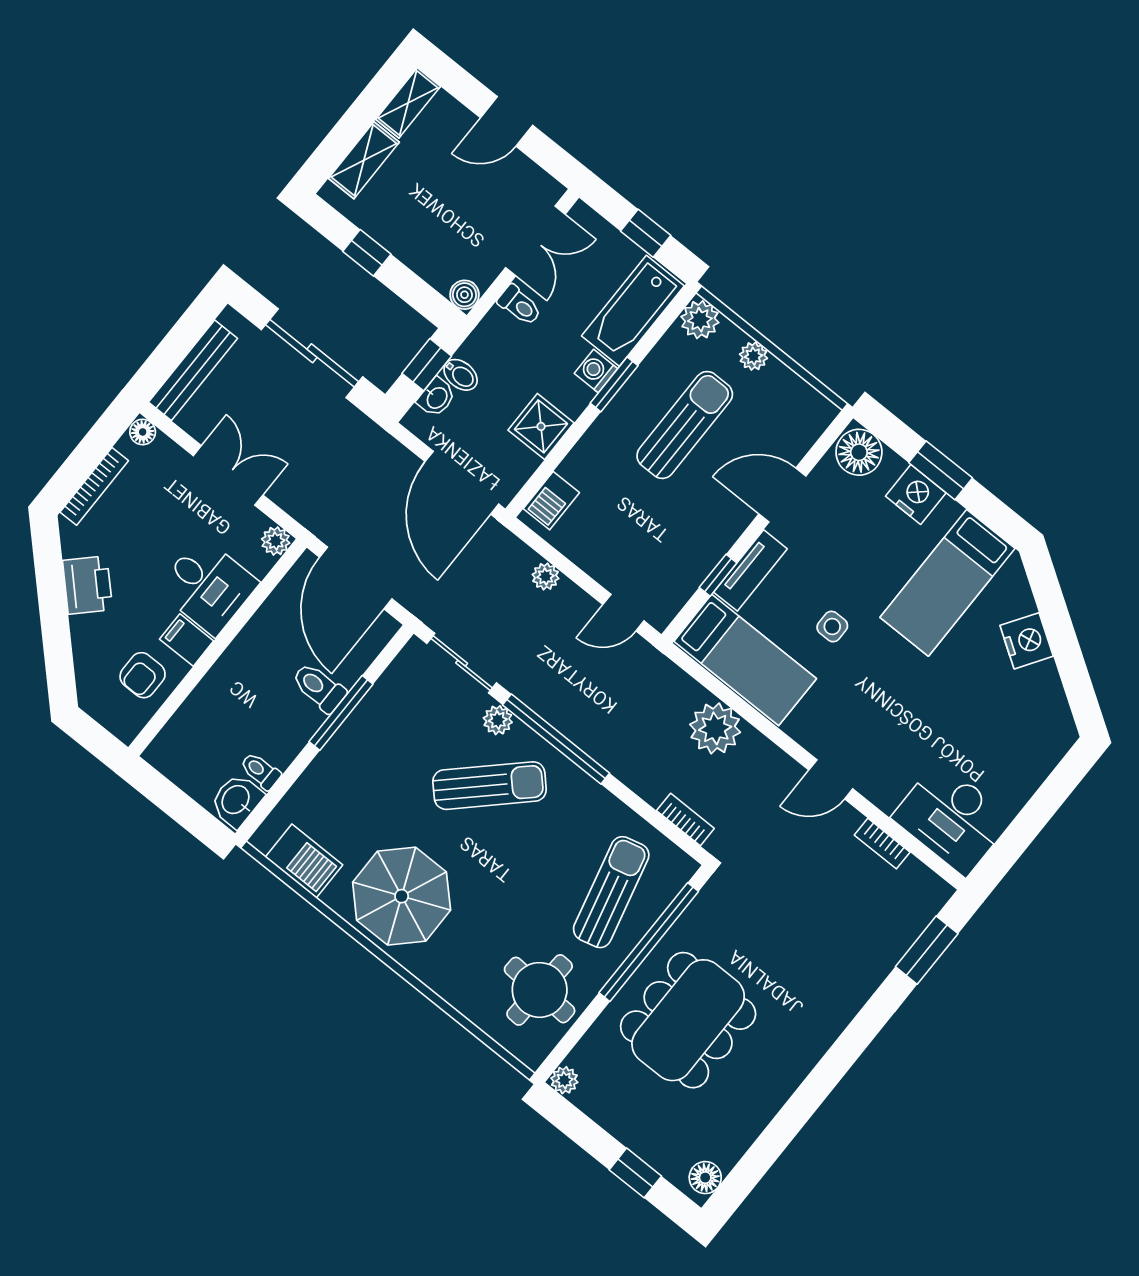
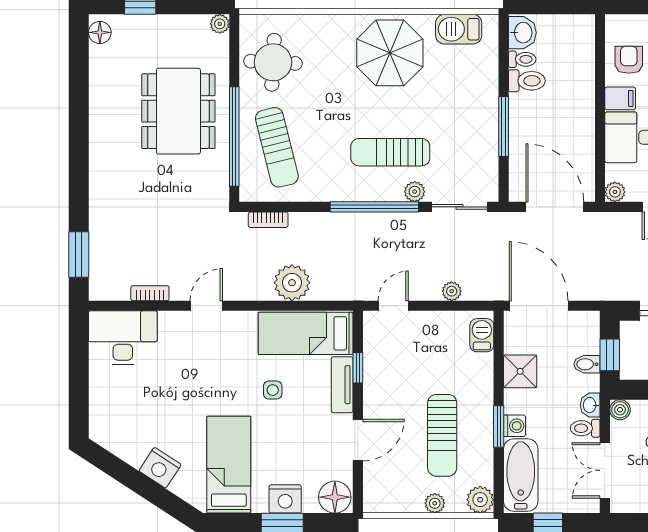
washbasin: (436, 397) -> (590, 405), moved
toilet: (319, 688) -> (527, 81), moved
sun lounger: (490, 786) -> (390, 152), turned 44

